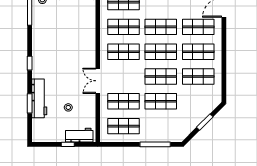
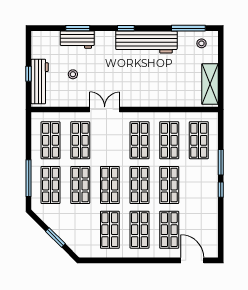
workbench: (41, 46) -> (146, 42), added
workbench: (39, 98) -> (77, 40), width x0.73
shop shelf: (161, 126) -> (51, 185), added
workbench: (79, 135) -> (40, 81), width x1.38

